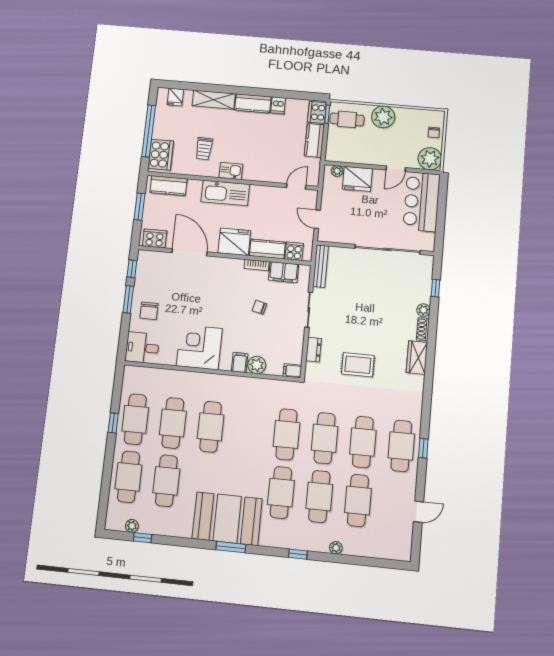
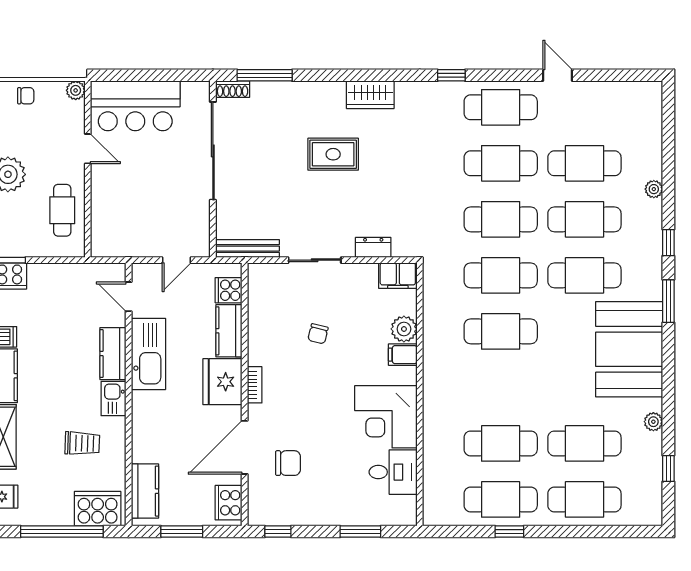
cafe table: (347, 119) -> (62, 210), moved
kitchen counter: (314, 140) -> (113, 354), moved, turned 90
plant: (430, 159) -> (76, 90), width x0.53, depth x0.53
plant: (337, 171) -> (99, 237), removed
fridge: (357, 179) -> (109, 205), removed
kitchen sink: (225, 193) -> (149, 354), moved
bookcase: (257, 265) -> (255, 385), moved
filing cabinet: (284, 272) -> (262, 303), removed
window: (435, 288) -> (265, 75), width x2.17
window: (128, 299) -> (360, 531), moved
plant: (423, 310) -> (299, 91), removed
chair: (149, 311) -> (288, 463), moved
shoe rack: (423, 329) -> (233, 89), moved
desk: (142, 348) -> (393, 472), moved, turned -90
rug: (358, 365) -> (333, 154), moved, turned 90
filing cabinet: (292, 371) -> (398, 276), width x2.00
cafe table: (211, 427) -> (501, 331), moved
window: (423, 448) -> (451, 75), moved
door: (419, 512) -> (558, 75), moved
plant: (132, 526) -> (653, 422), moved
window: (231, 547) -> (668, 301), moved

